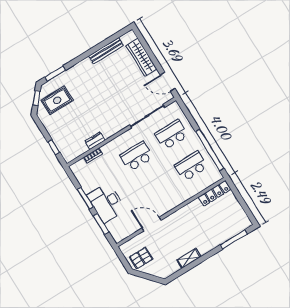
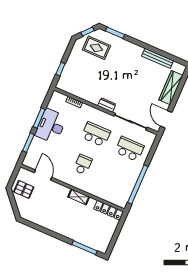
dresser: (95, 141) -> (107, 105), moved
school desk: (191, 166) -> (83, 165), moved, width x0.54
desk: (106, 203) -> (51, 126), moved
door: (152, 224) -> (43, 175), moved
shelving: (189, 258) -> (79, 197), moved

